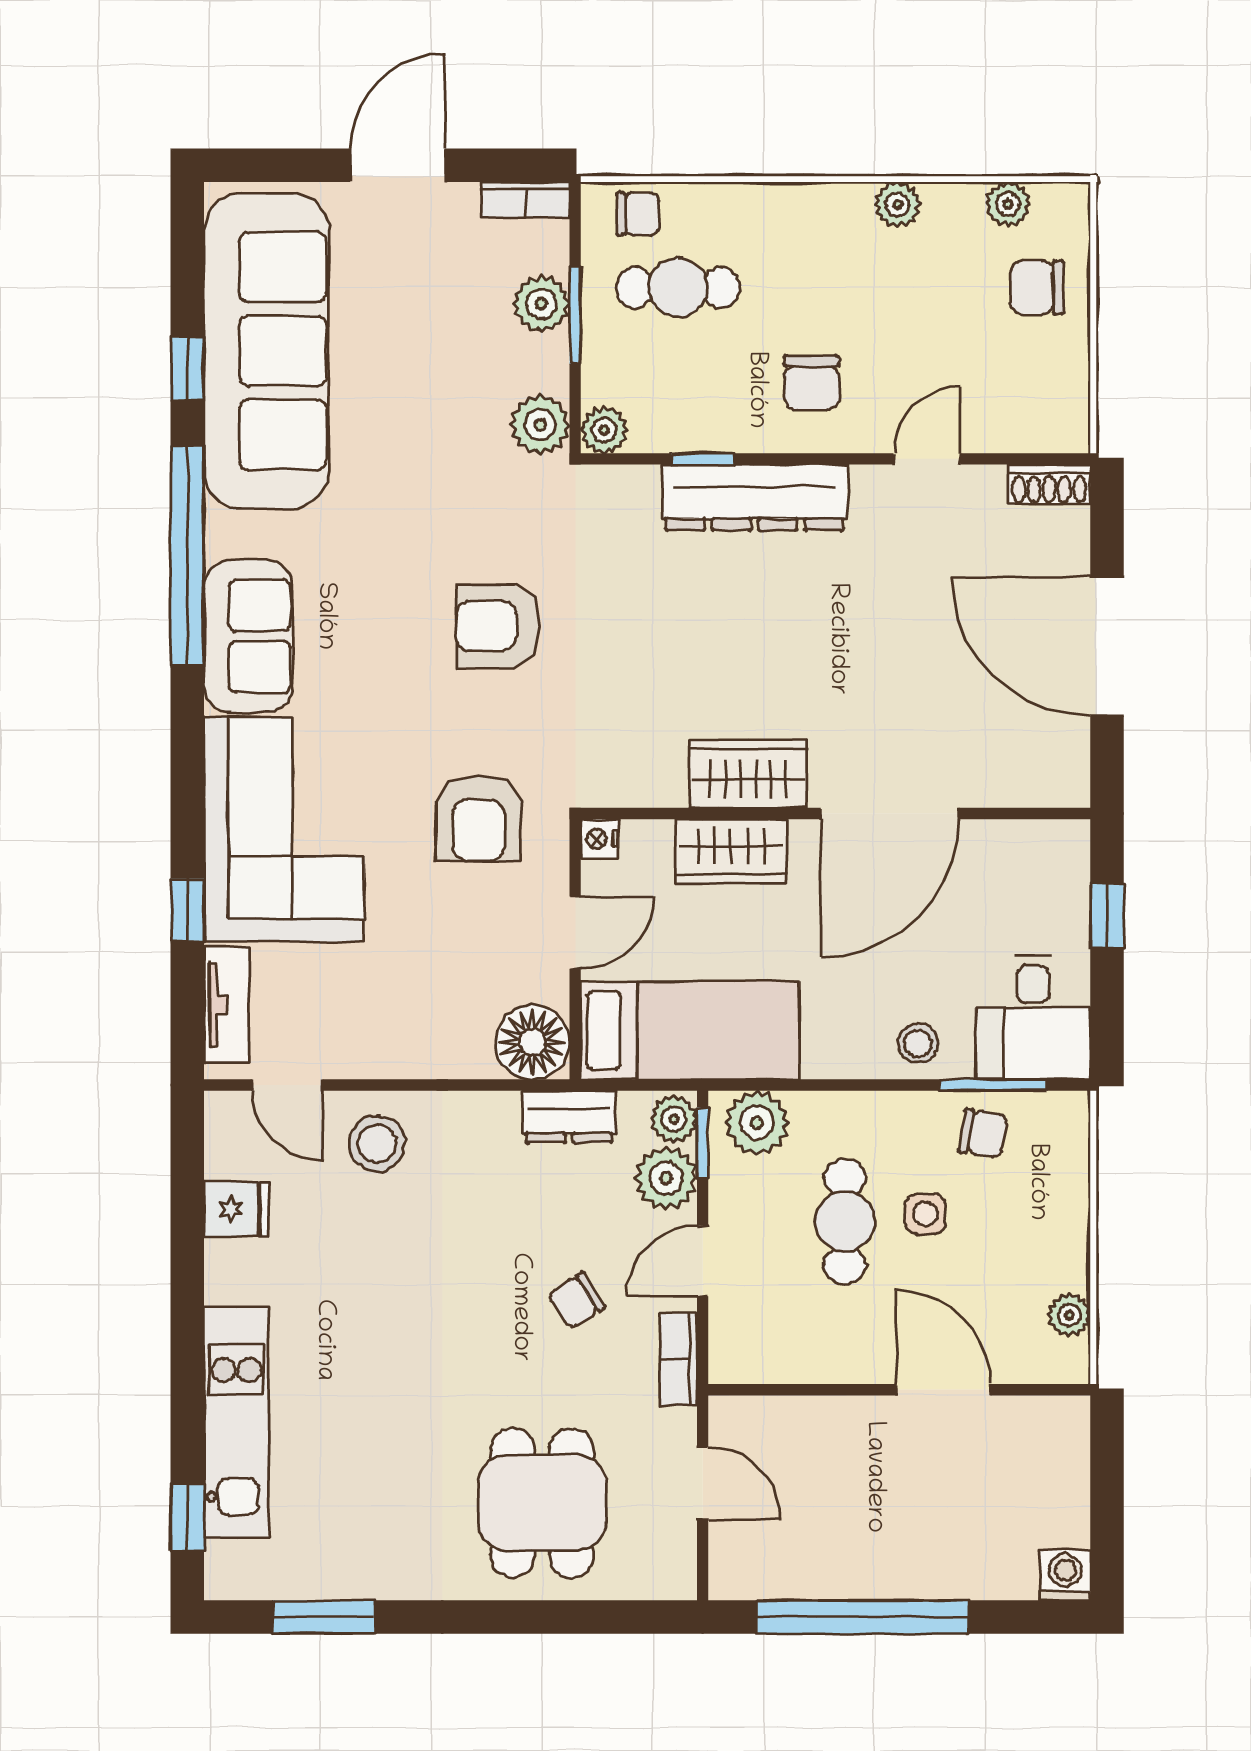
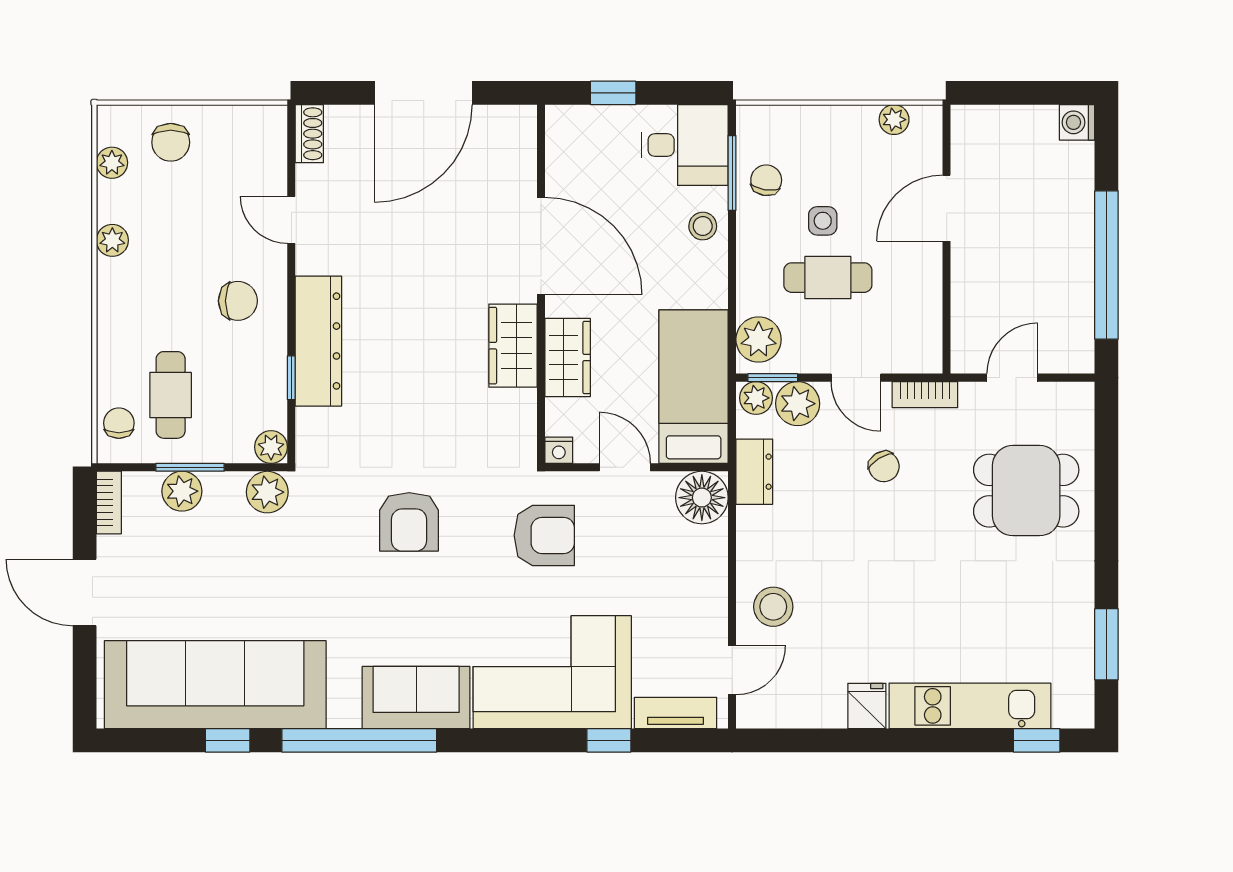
fridge: (236, 1209) -> (867, 706), moved

